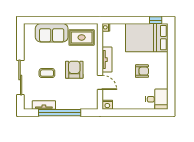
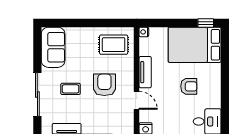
sofa: (52, 33) -> (53, 47), moved, turned -90

